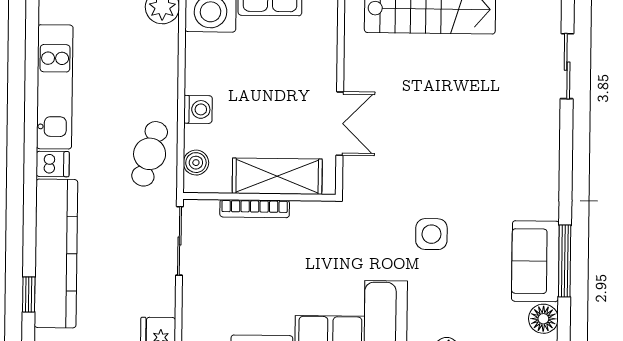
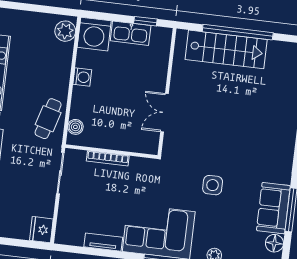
washing machine: (198, 109) -> (82, 77), moved
double door: (340, 124) -> (164, 113), swing flipped
shelving: (277, 176) -> (123, 140), removed

